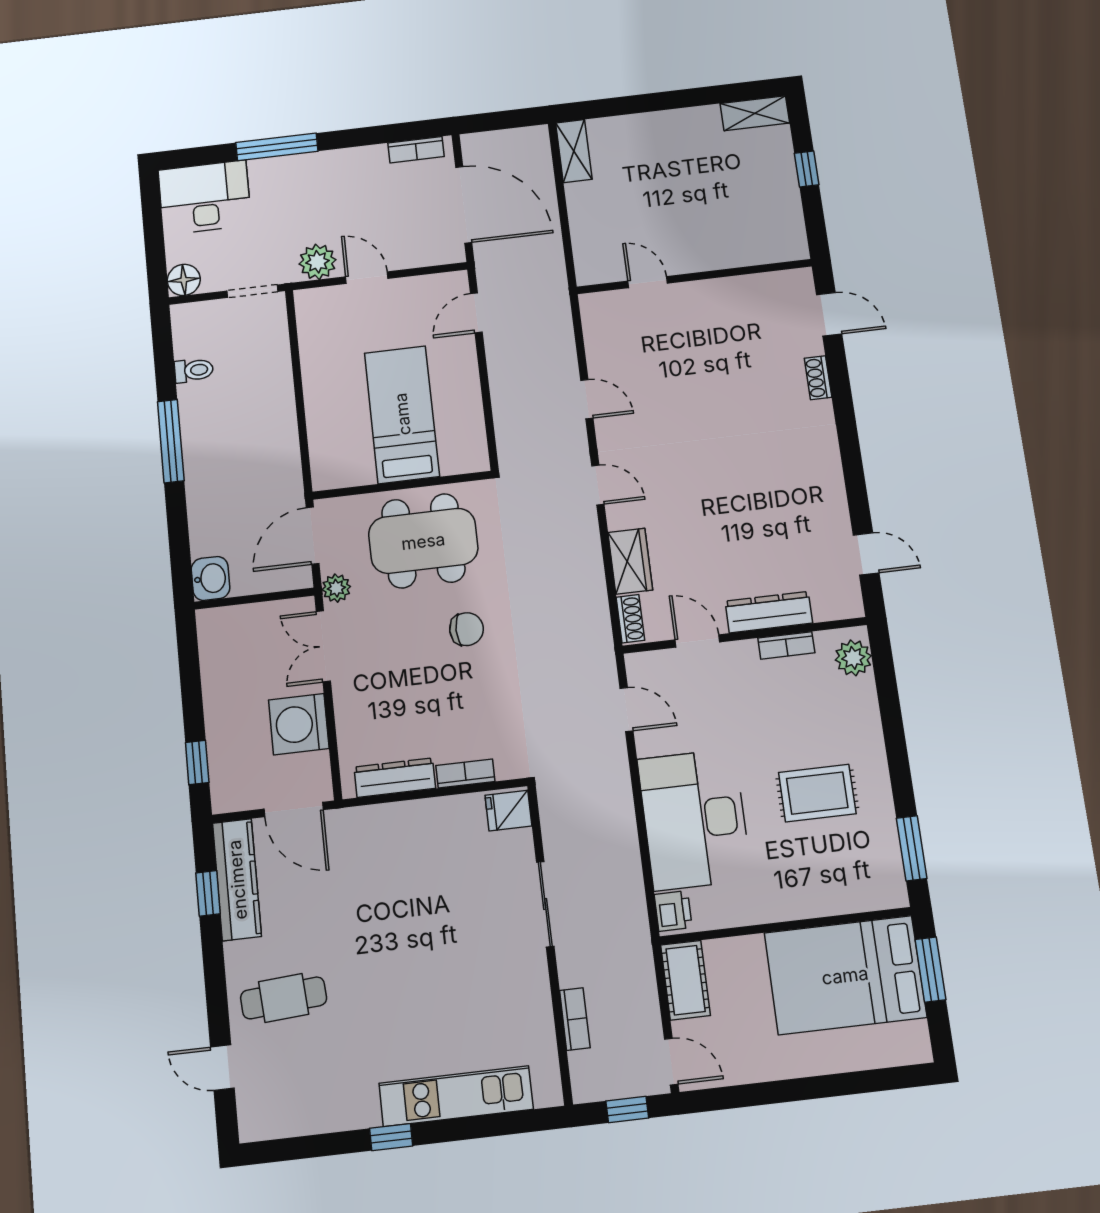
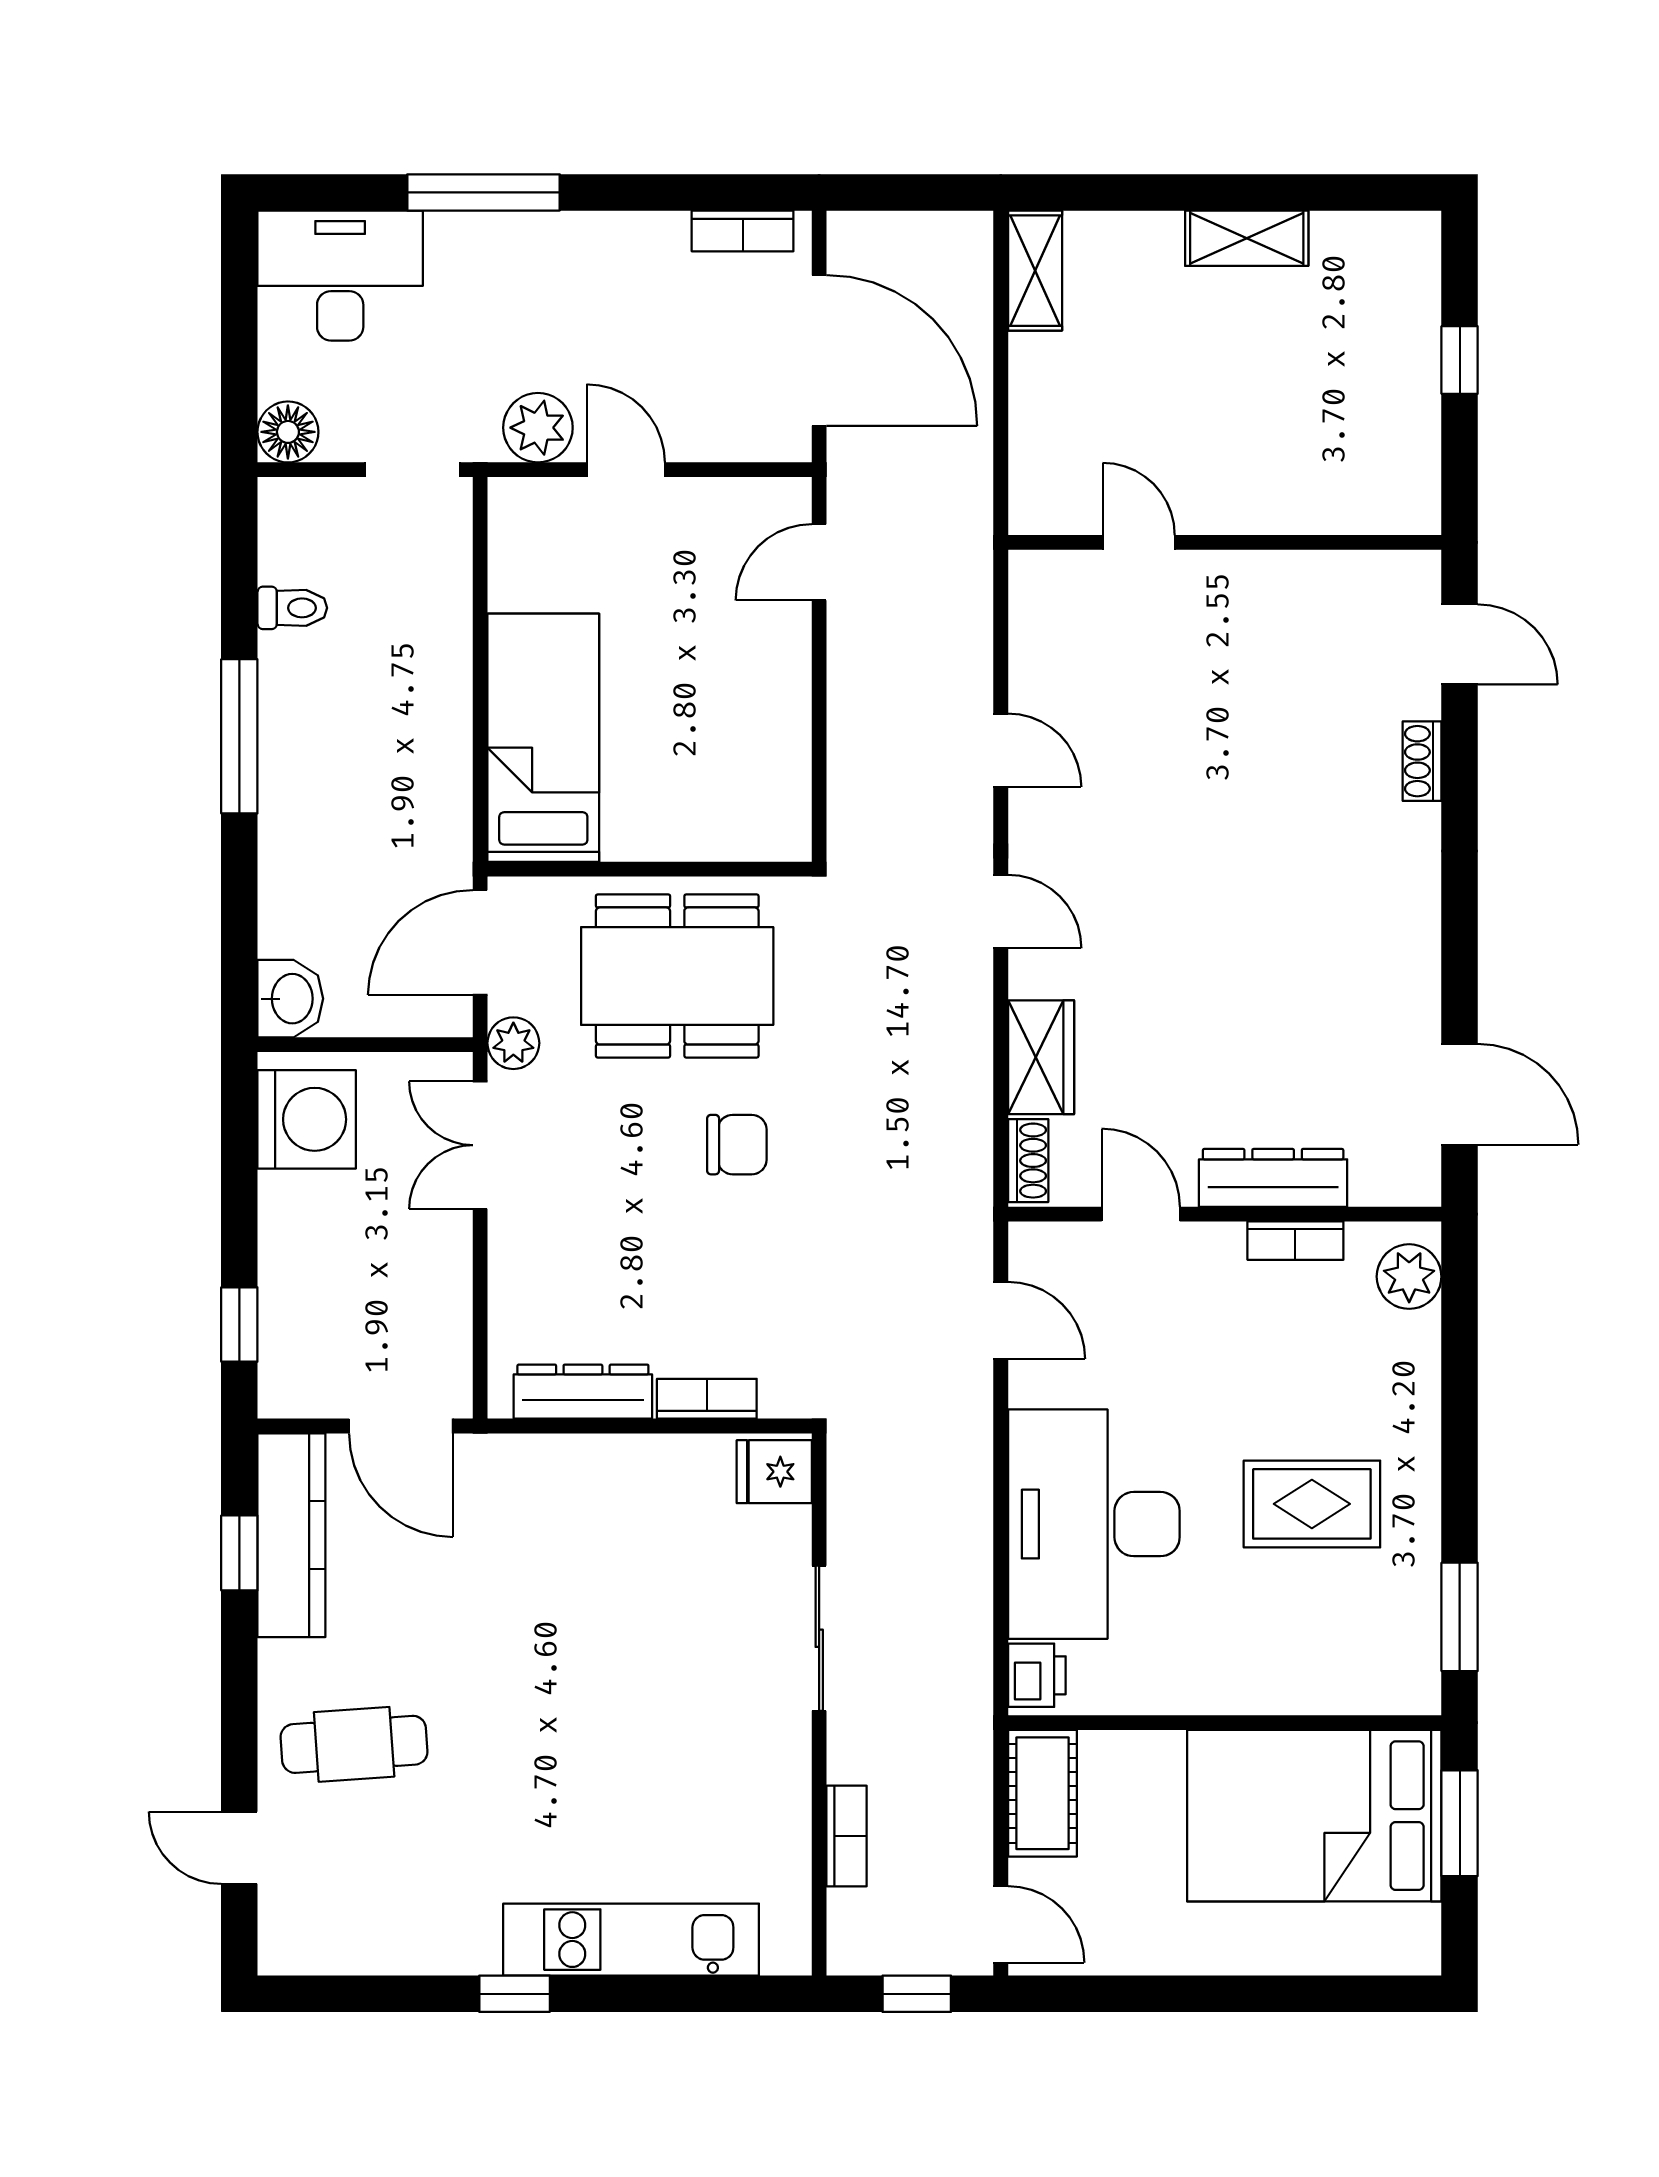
shelving: (755, 113) -> (1247, 238), moved
bed: (402, 414) -> (543, 738), moved
door: (866, 554) -> (1460, 1094), width x1.38
washing machine: (299, 724) -> (307, 1119), moved, turned 180

